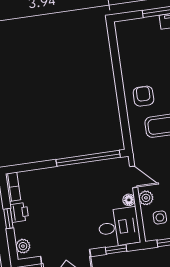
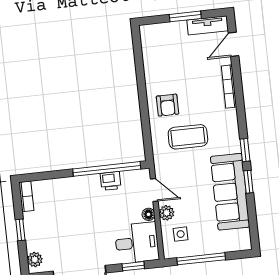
armchair: (143, 96) -> (168, 105), turned 180
printer: (19, 212) -> (111, 181), moved, turned 90

